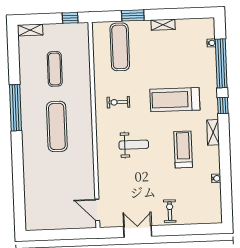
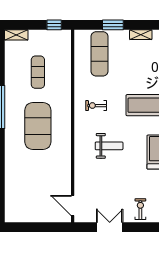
exercise mat: (57, 126) -> (38, 126), width x1.47

